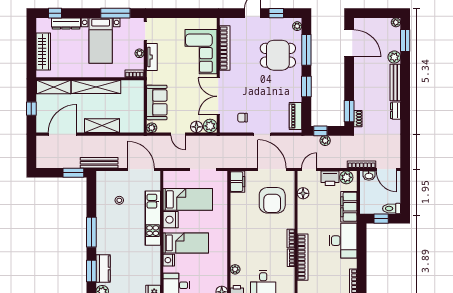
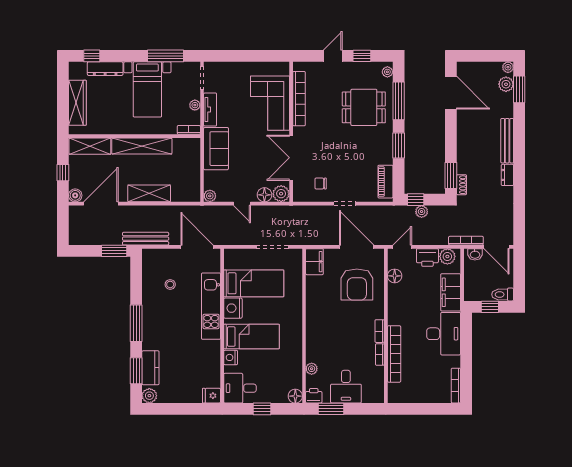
plant: (394, 57) -> (506, 84), moved
sofa: (157, 102) -> (216, 149), moved
boiler: (41, 127) -> (75, 195), added

